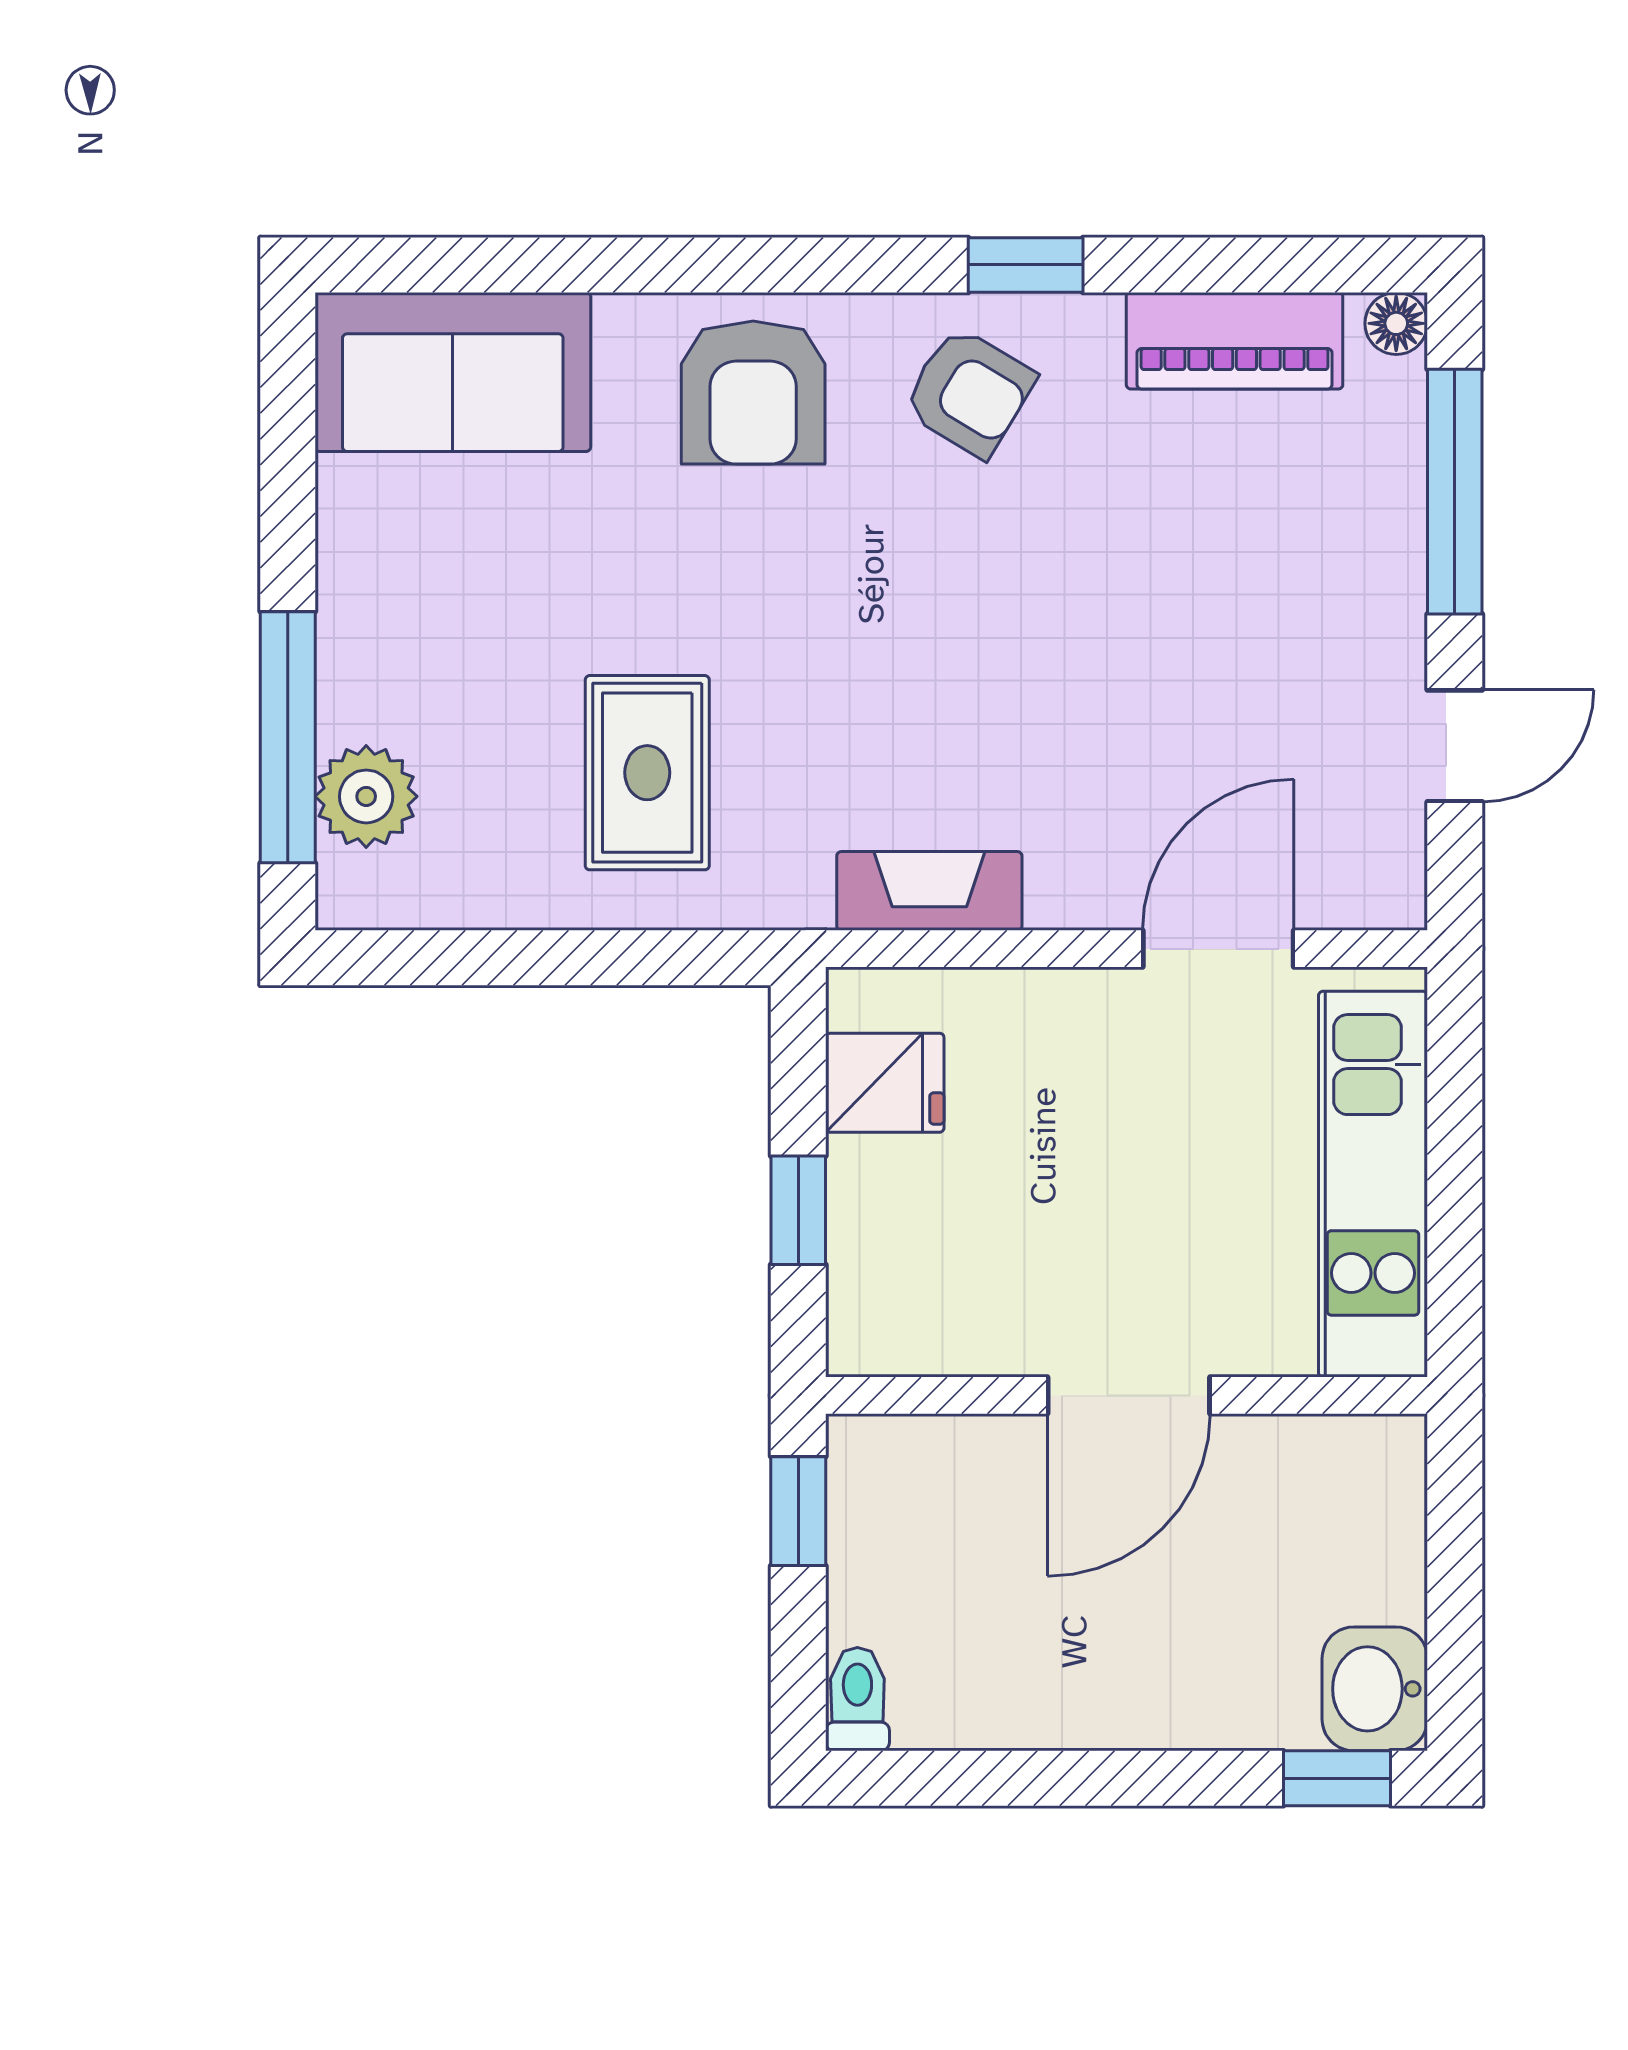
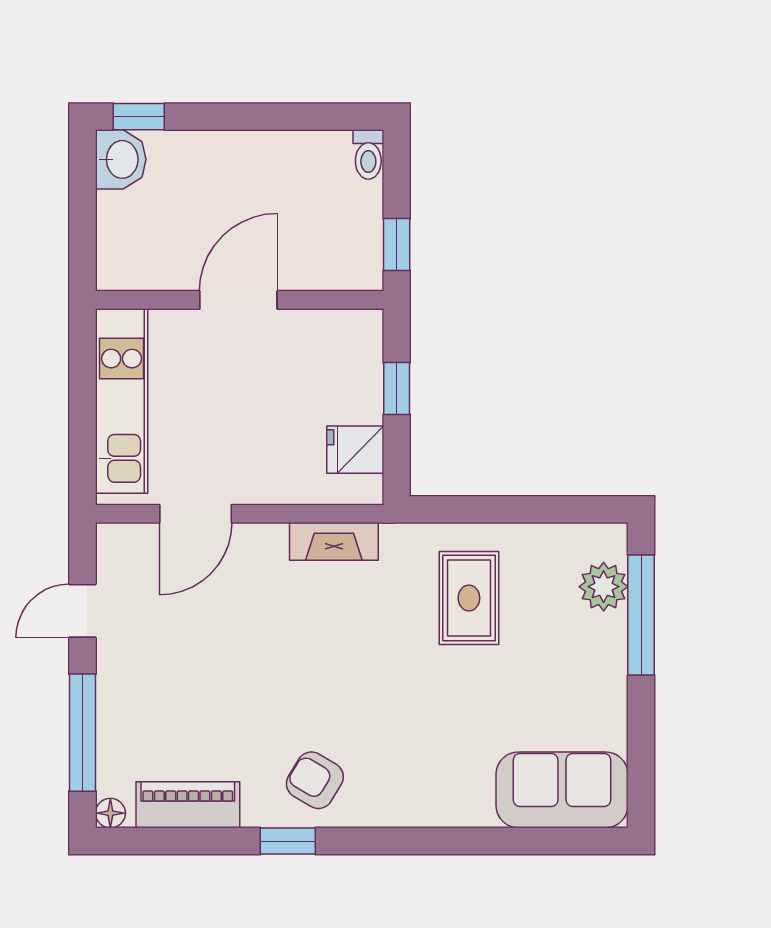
armchair: (753, 393) -> (418, 780), removed

